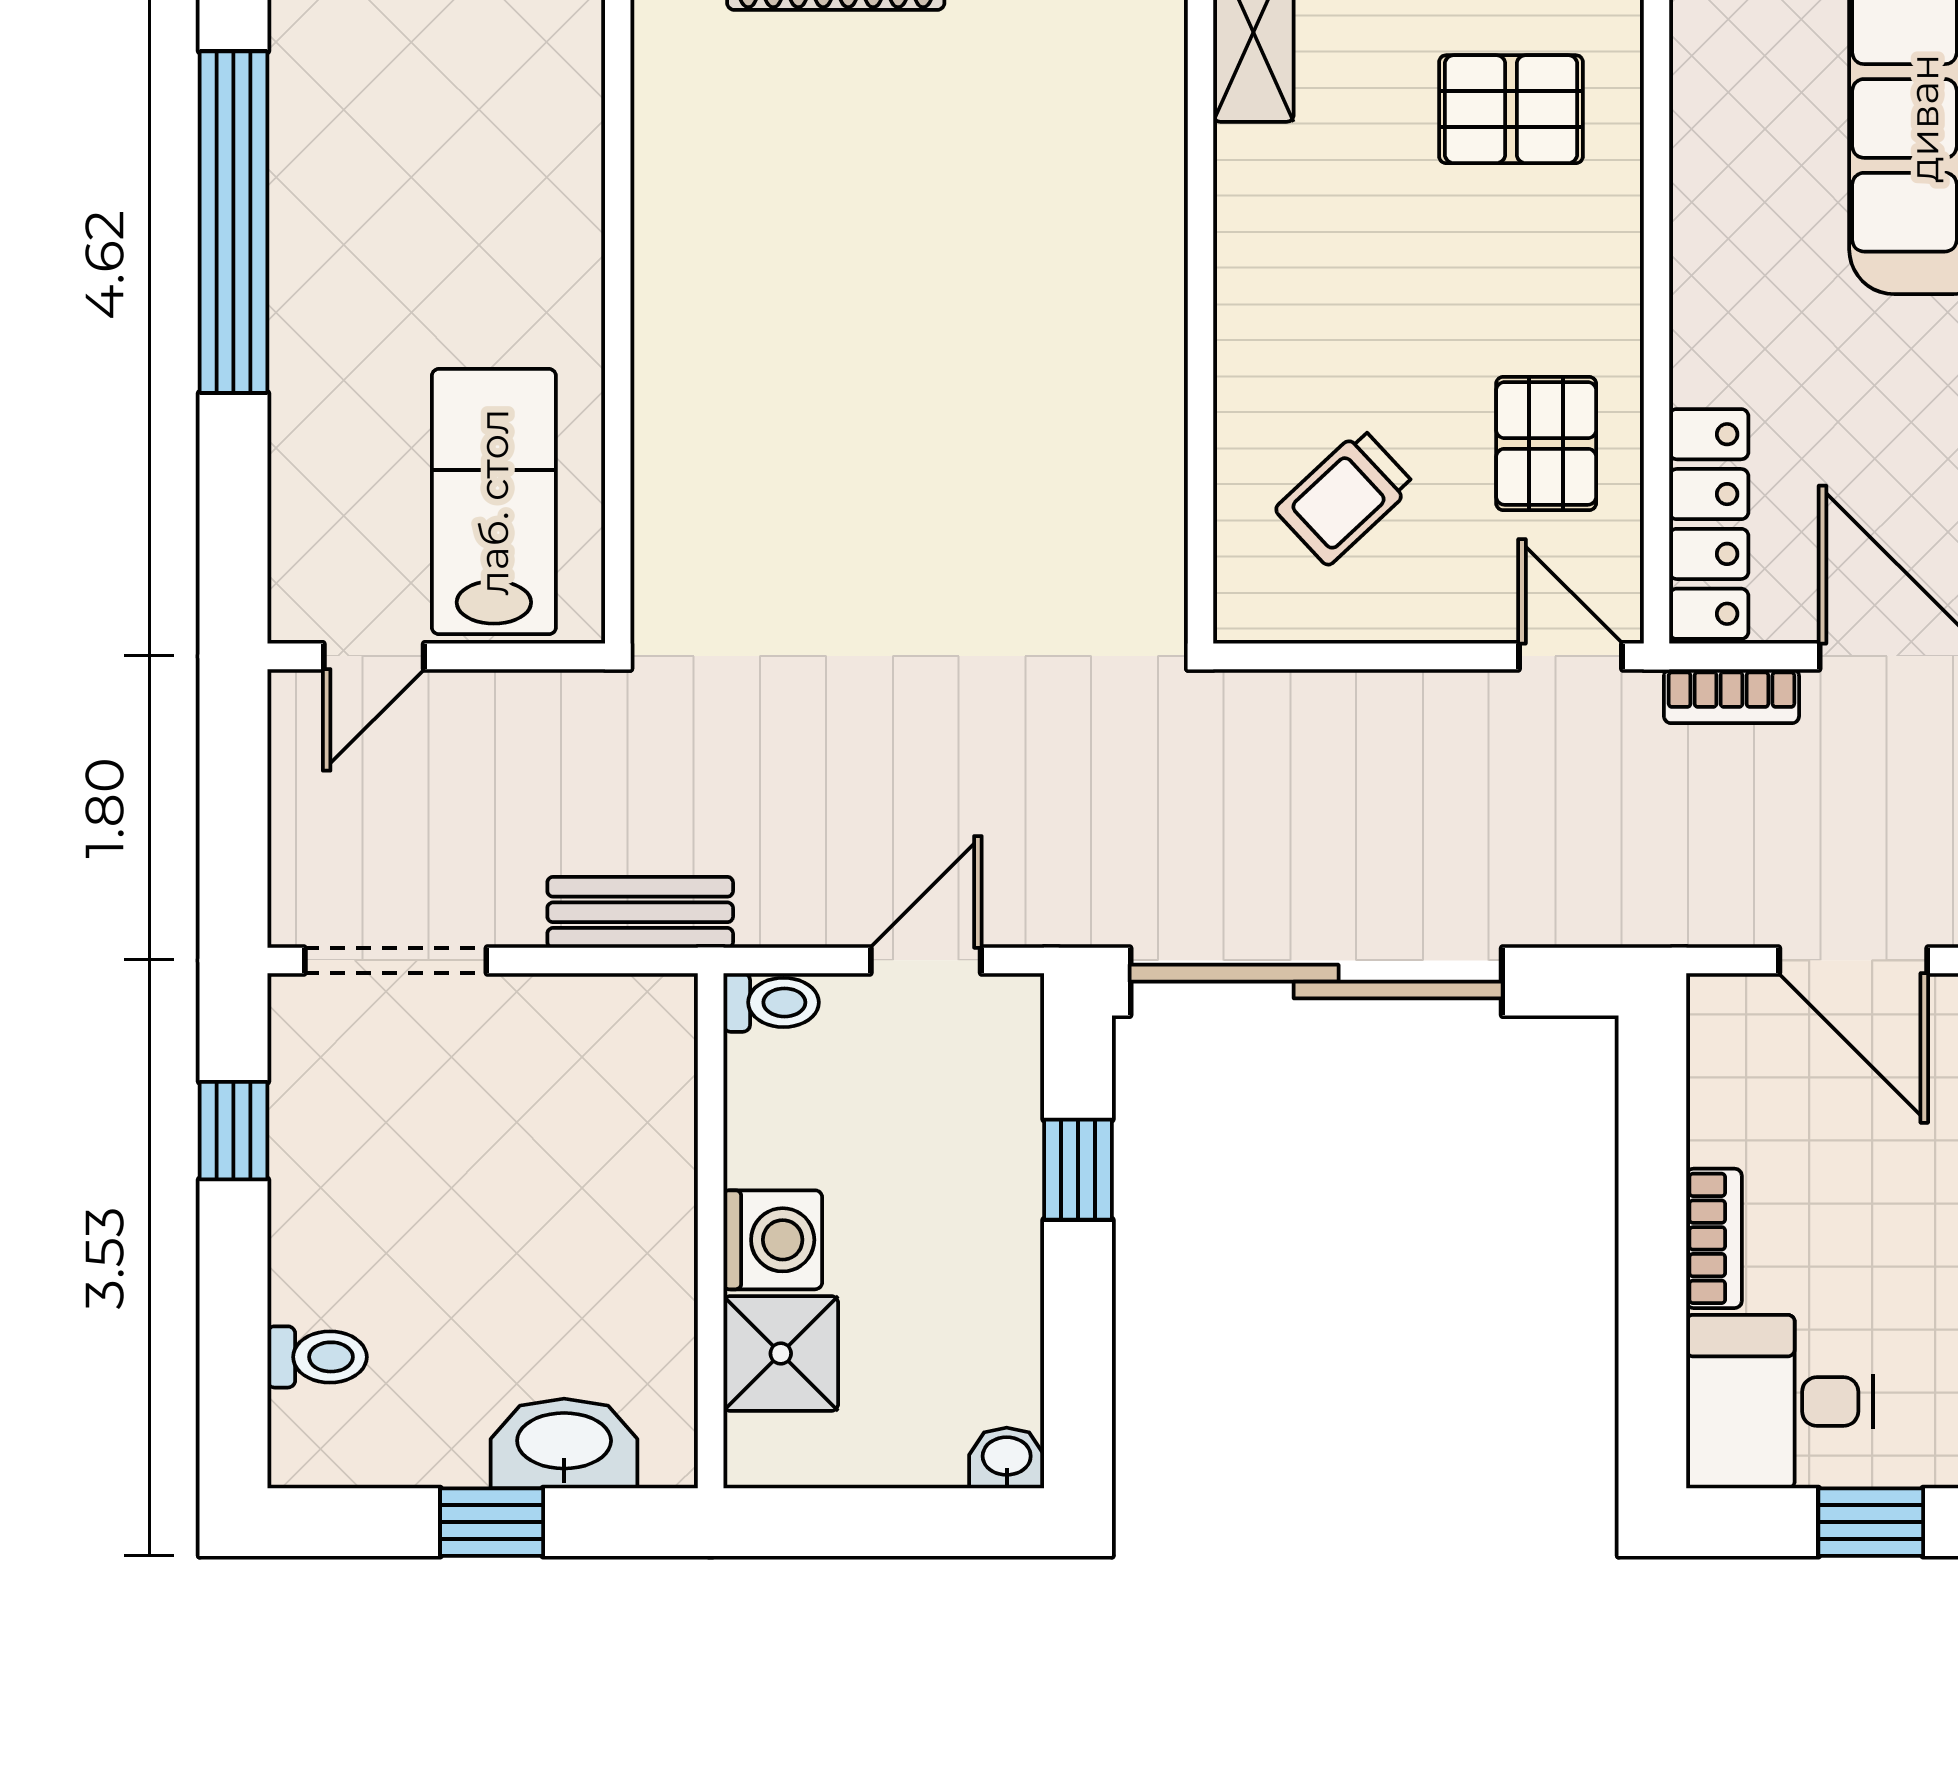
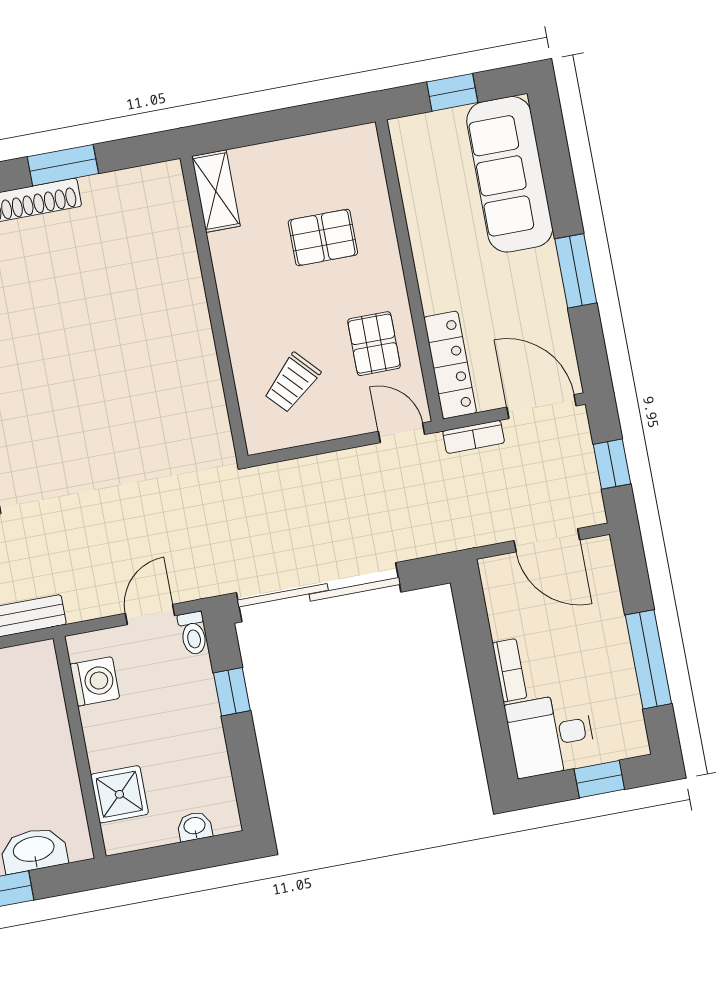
pallet: (1511, 109) -> (323, 237), moved
toilet: (771, 1002) -> (193, 633), moved, turned 90
washing machine: (773, 1240) -> (95, 681), moved
washbasin: (1007, 1458) -> (195, 826), moved

